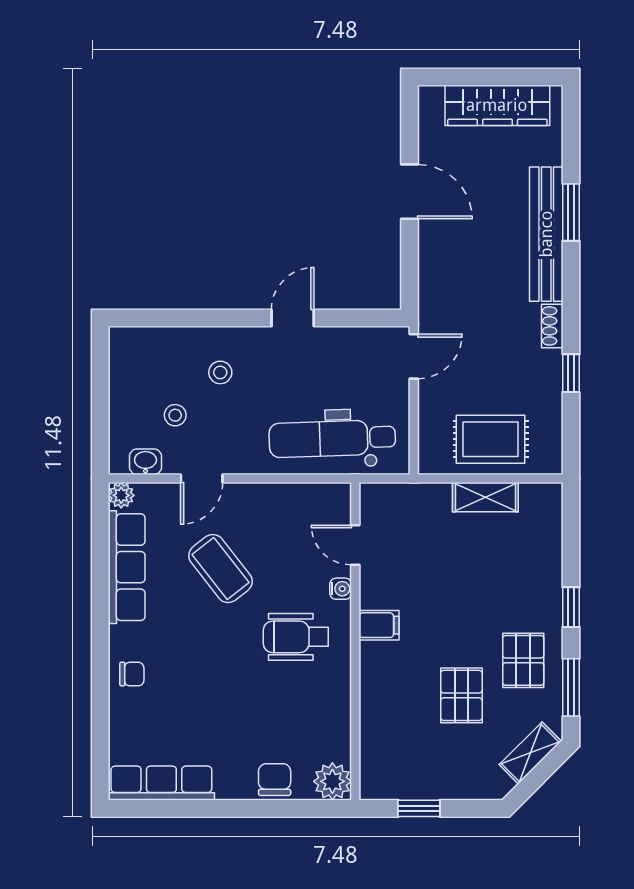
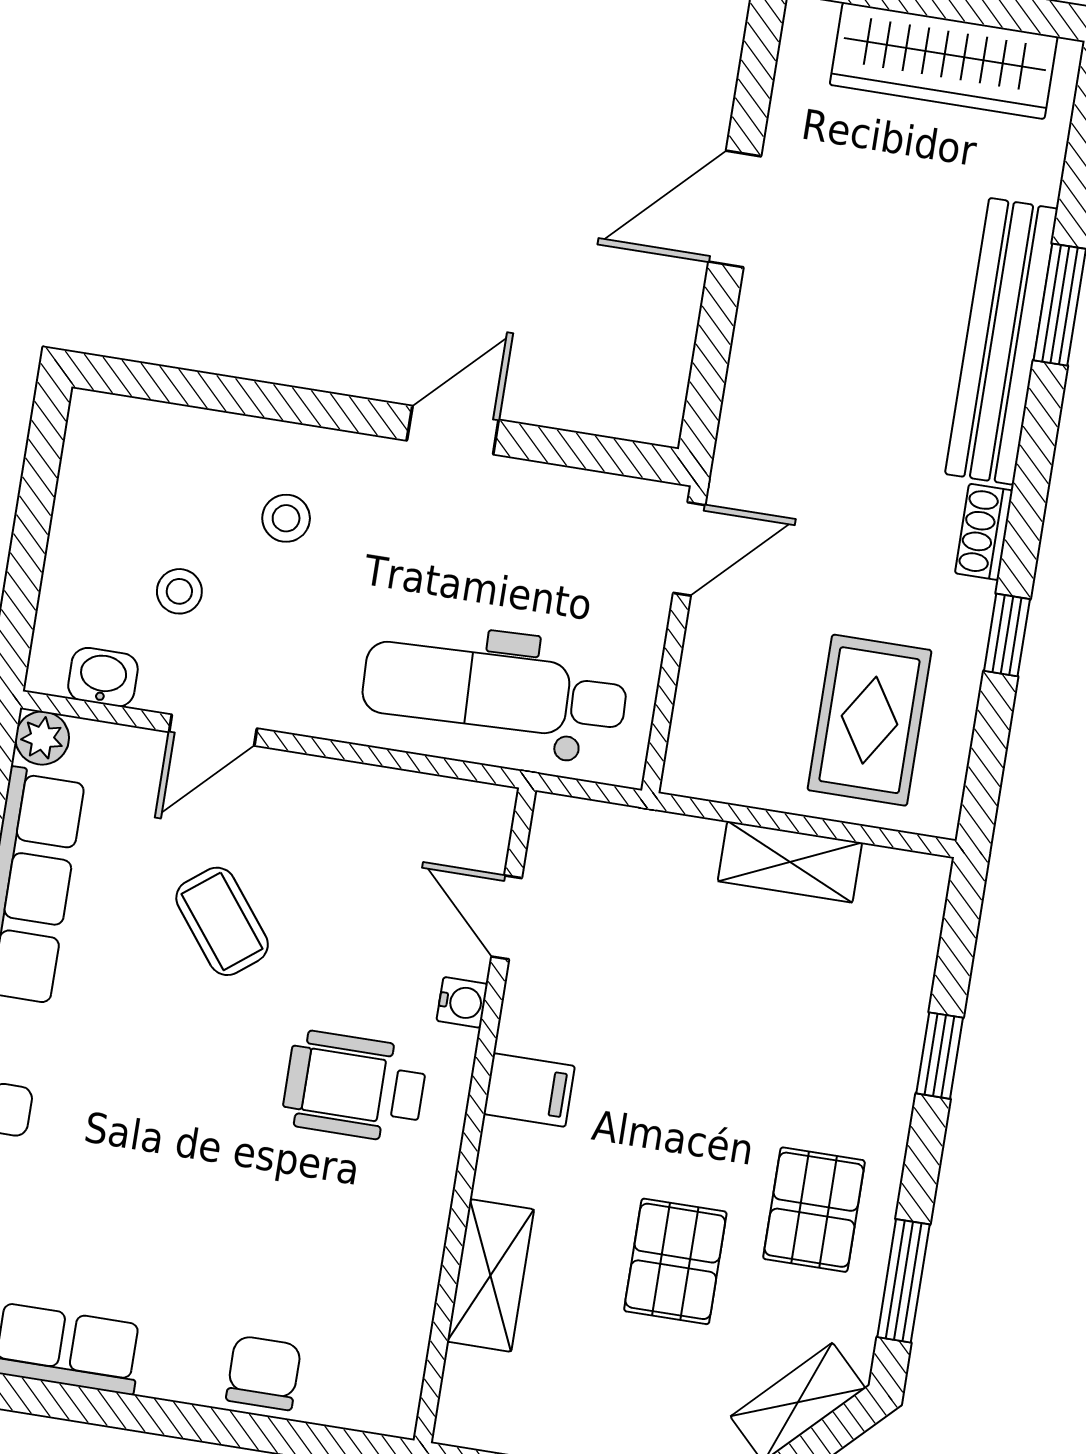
door: (410, 192) -> (735, 209), swing flipped
rug: (491, 439) -> (870, 720), moved, turned 90
coffee table: (221, 569) -> (222, 921), width x0.73, depth x0.77
window: (571, 607) -> (940, 1056), moved
shelving: (375, 716) -> (490, 1275), added
plant: (332, 781) -> (382, 1396), removed

